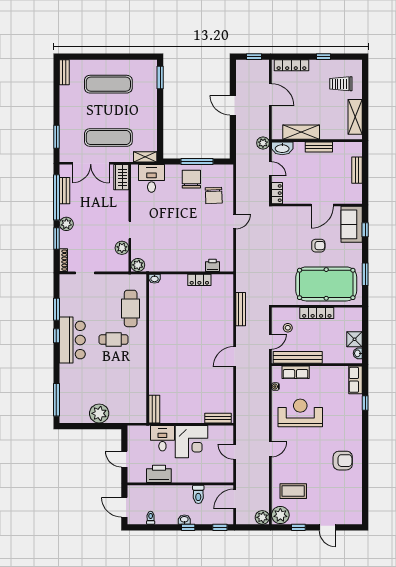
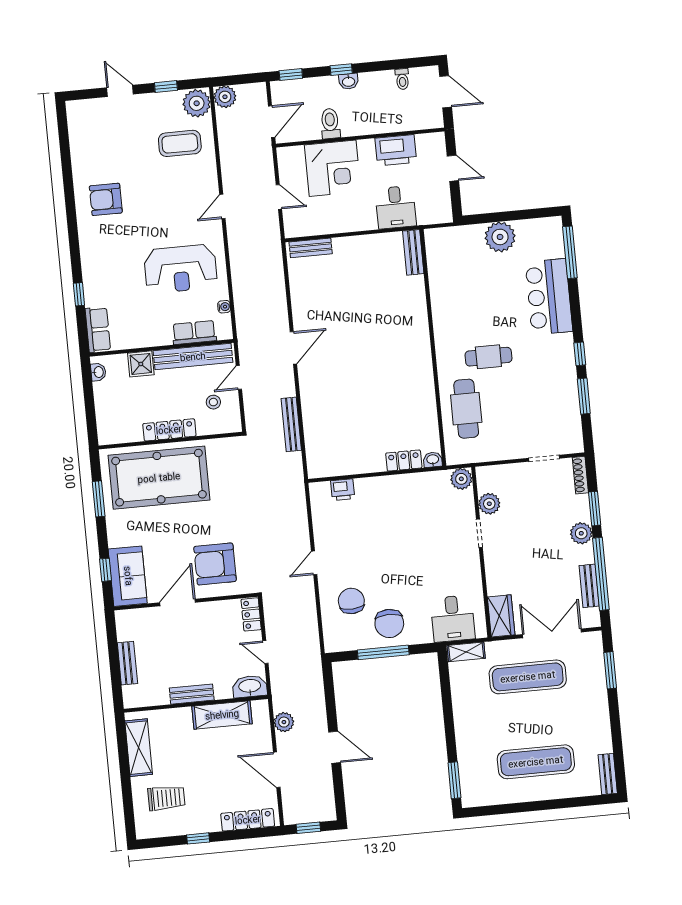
plant: (263, 143) -> (284, 722), moved
armchair: (318, 246) -> (215, 564), moved, width x1.88, depth x1.88
locker: (199, 280) -> (404, 461), moved
shower: (355, 339) -> (141, 364), moved
bar counter: (72, 340) -> (549, 297), moved
corner desk: (192, 442) -> (333, 168), moved, turned 180

